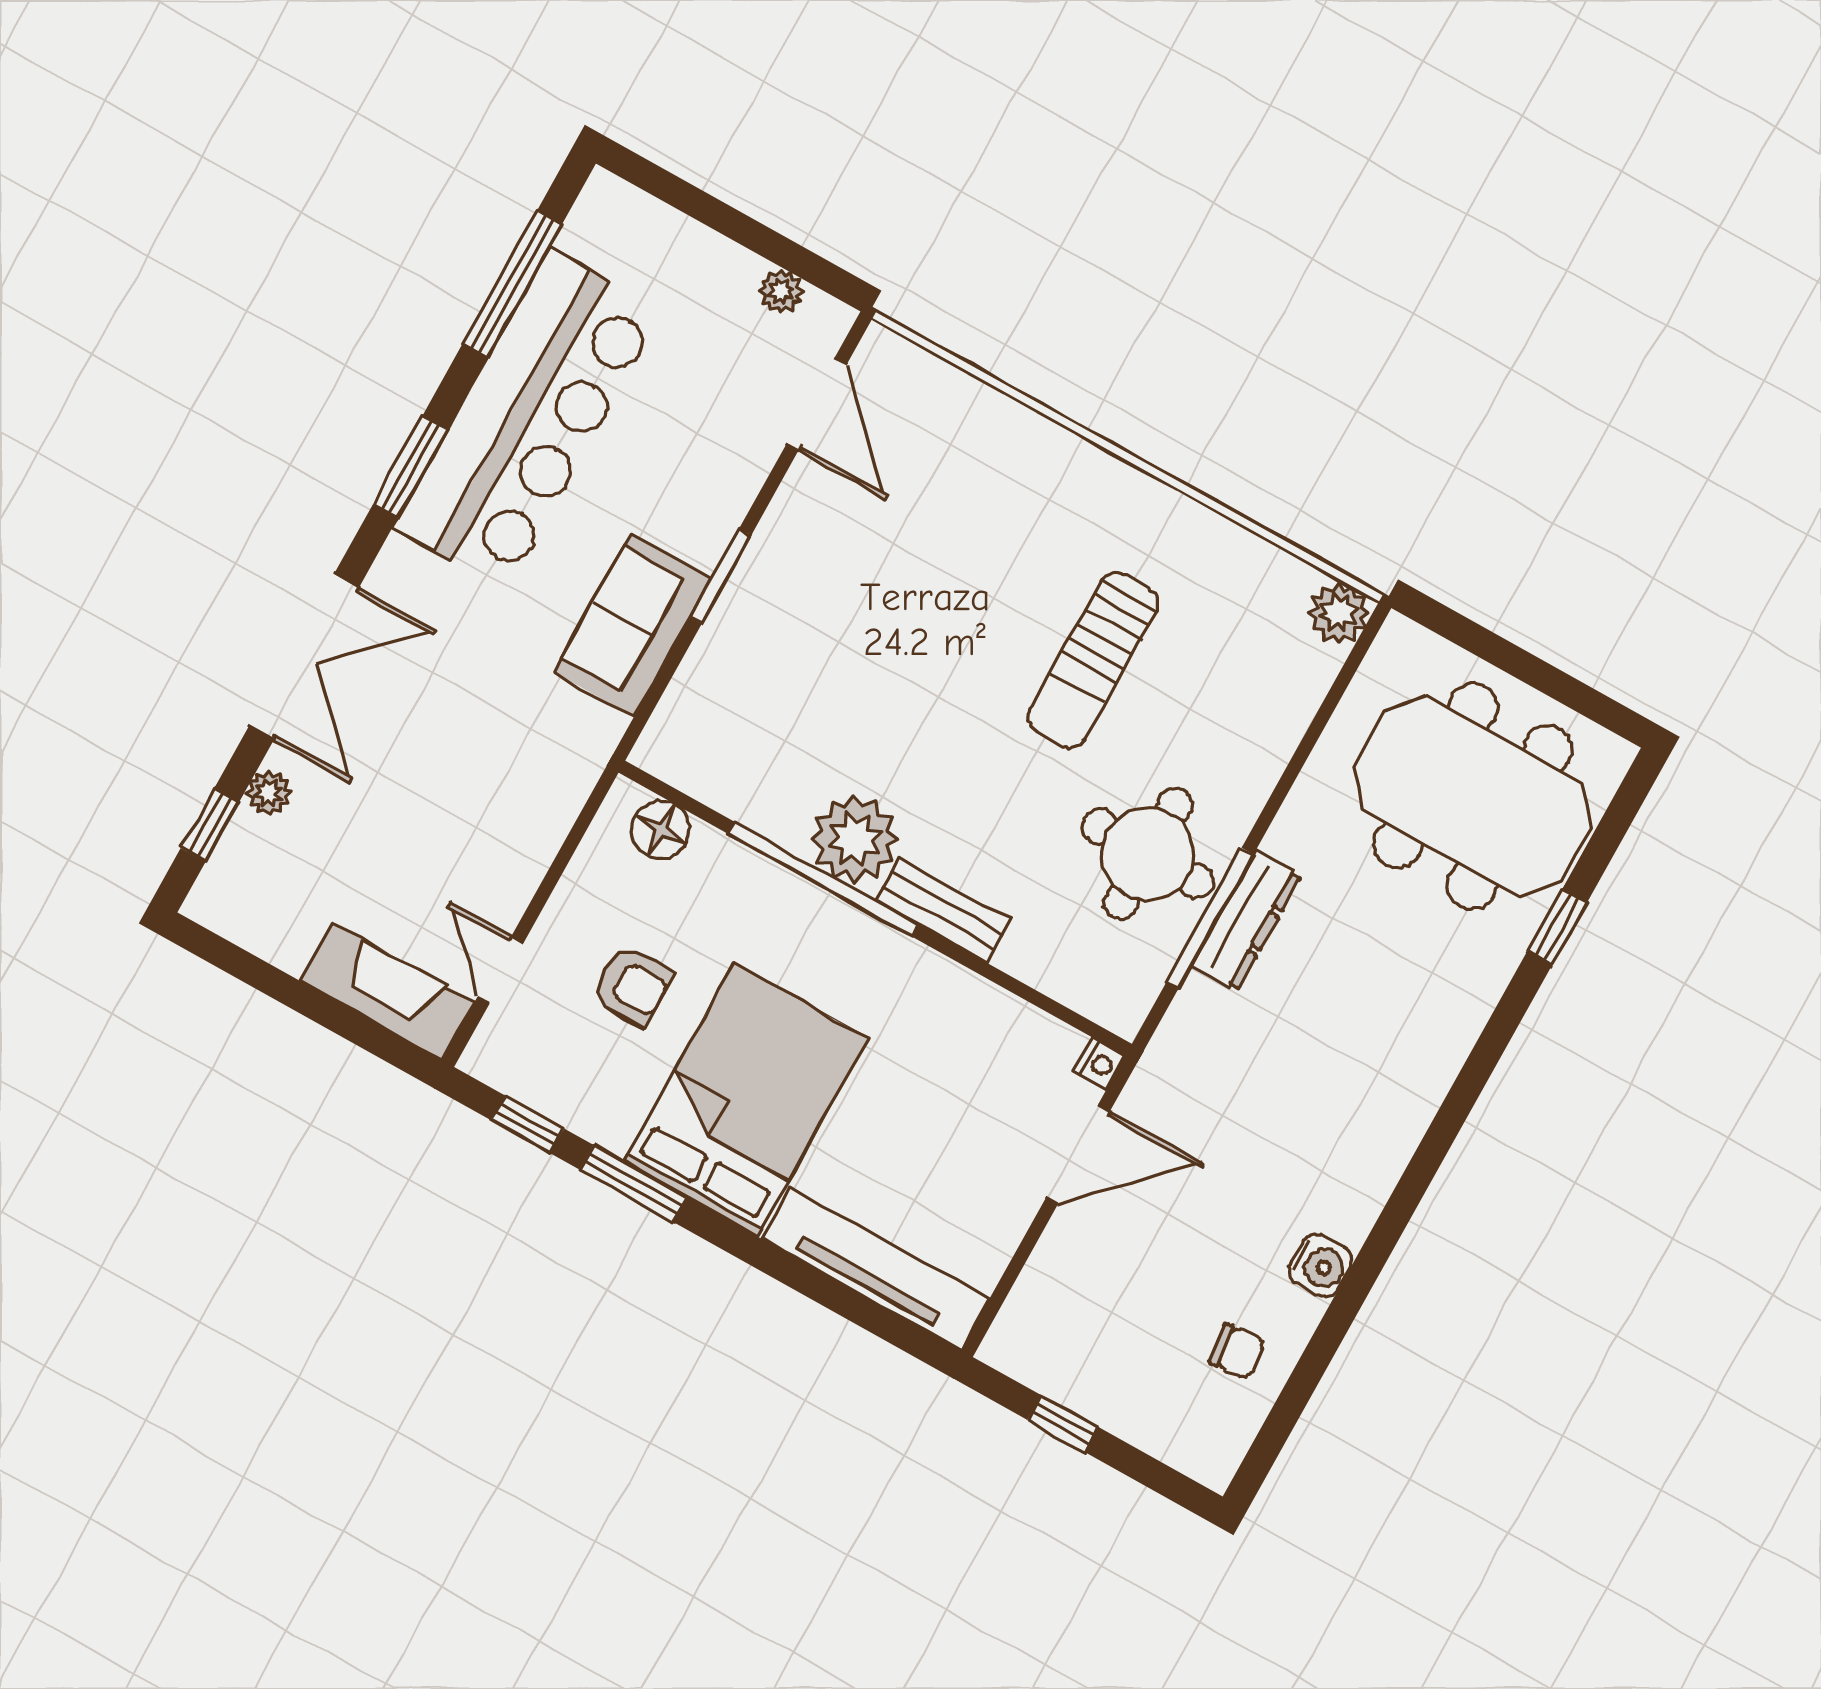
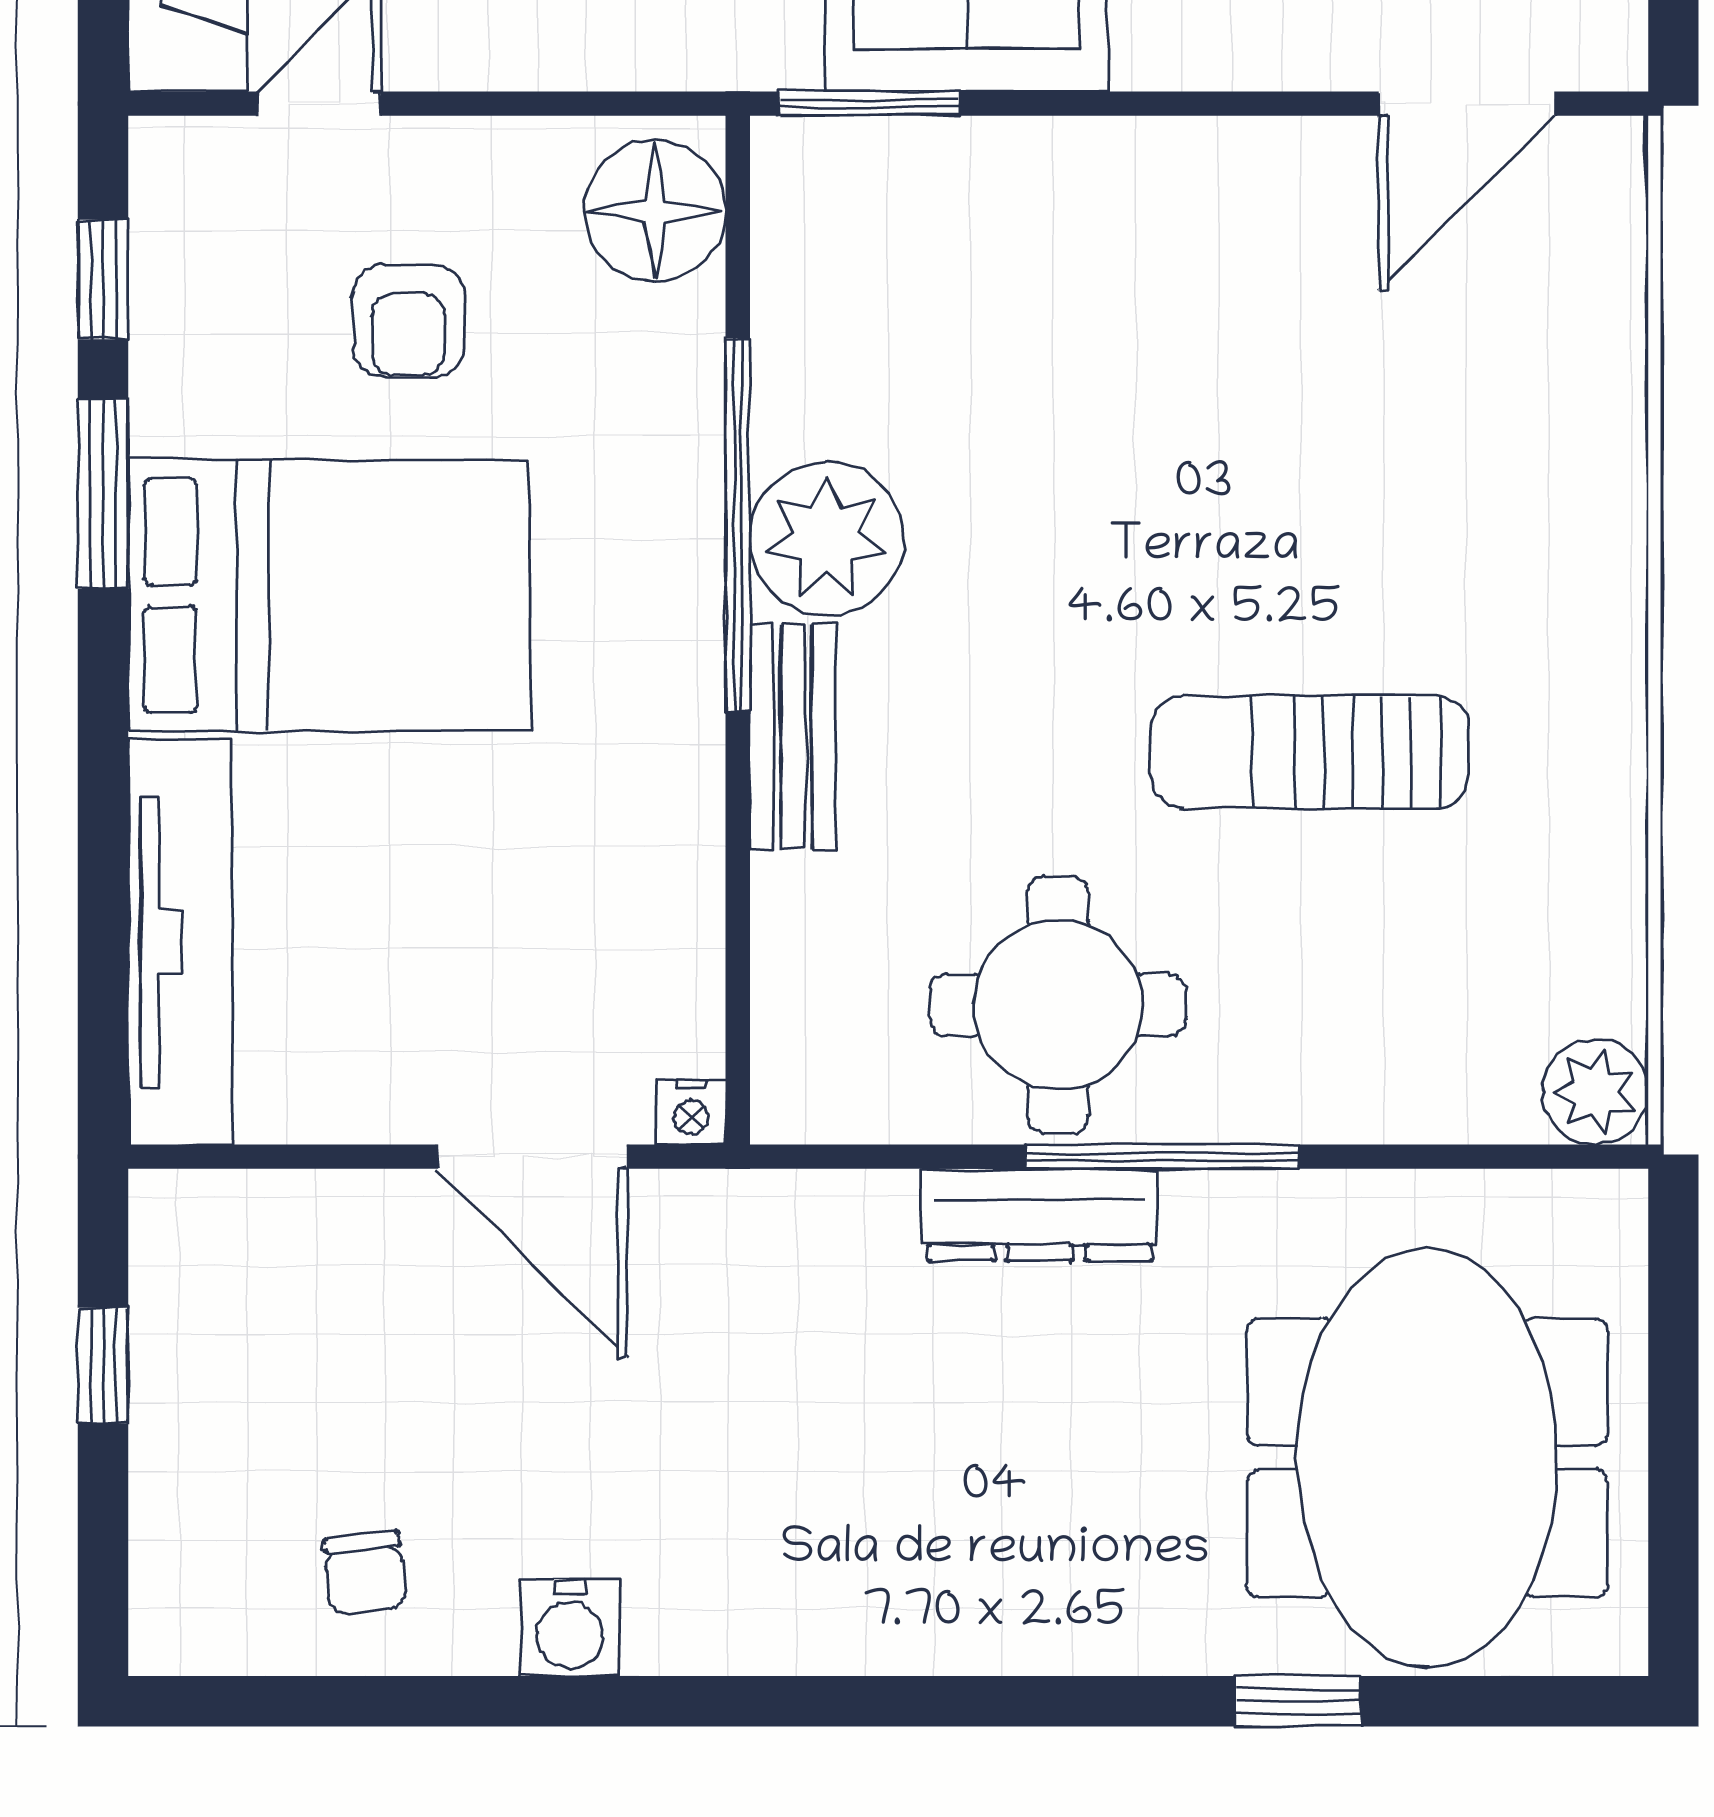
window: (720, 576) -> (869, 104), moved
floor lamp: (661, 829) -> (655, 211), width x1.38, depth x1.38
window: (1210, 918) -> (1163, 1157), moved

